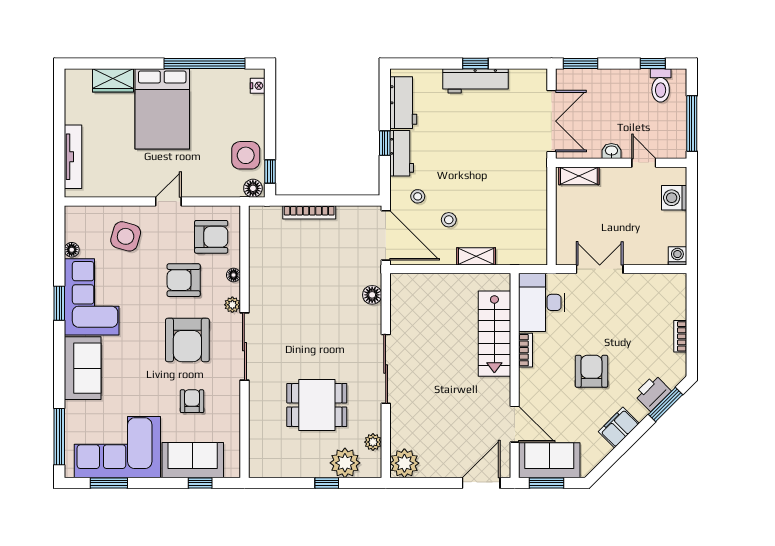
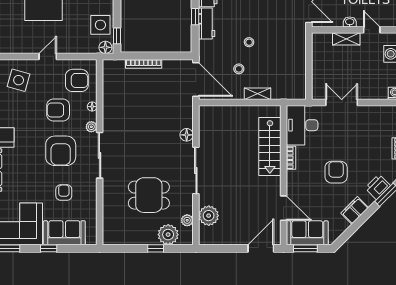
shelving: (579, 176) -> (346, 39), moved
stool: (418, 196) -> (249, 42), moved
floor lamp: (372, 295) -> (187, 135), moved
plant: (404, 463) -> (209, 216), moved
window: (200, 483) -> (49, 248), moved

